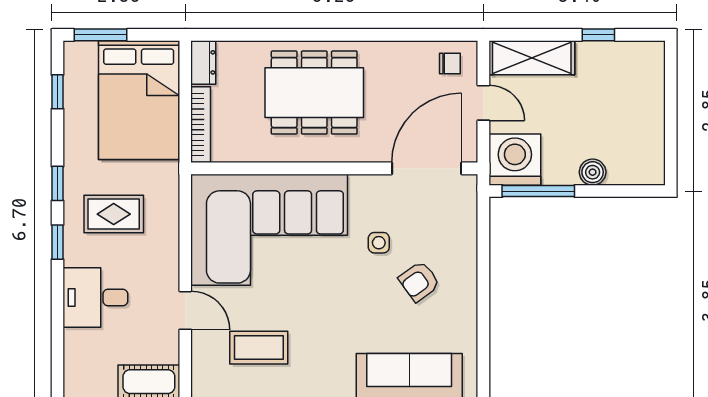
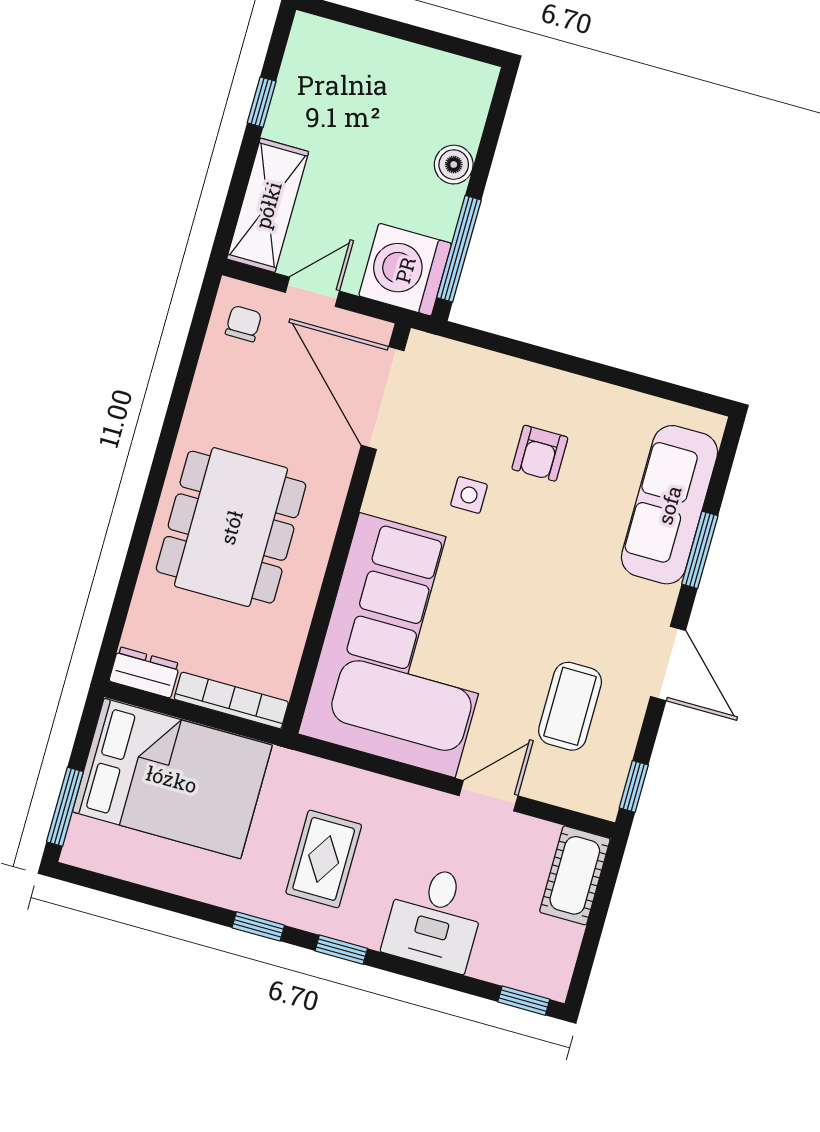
window: (57, 92) -> (524, 1001), moved
armchair: (419, 281) -> (540, 453), turned 36

